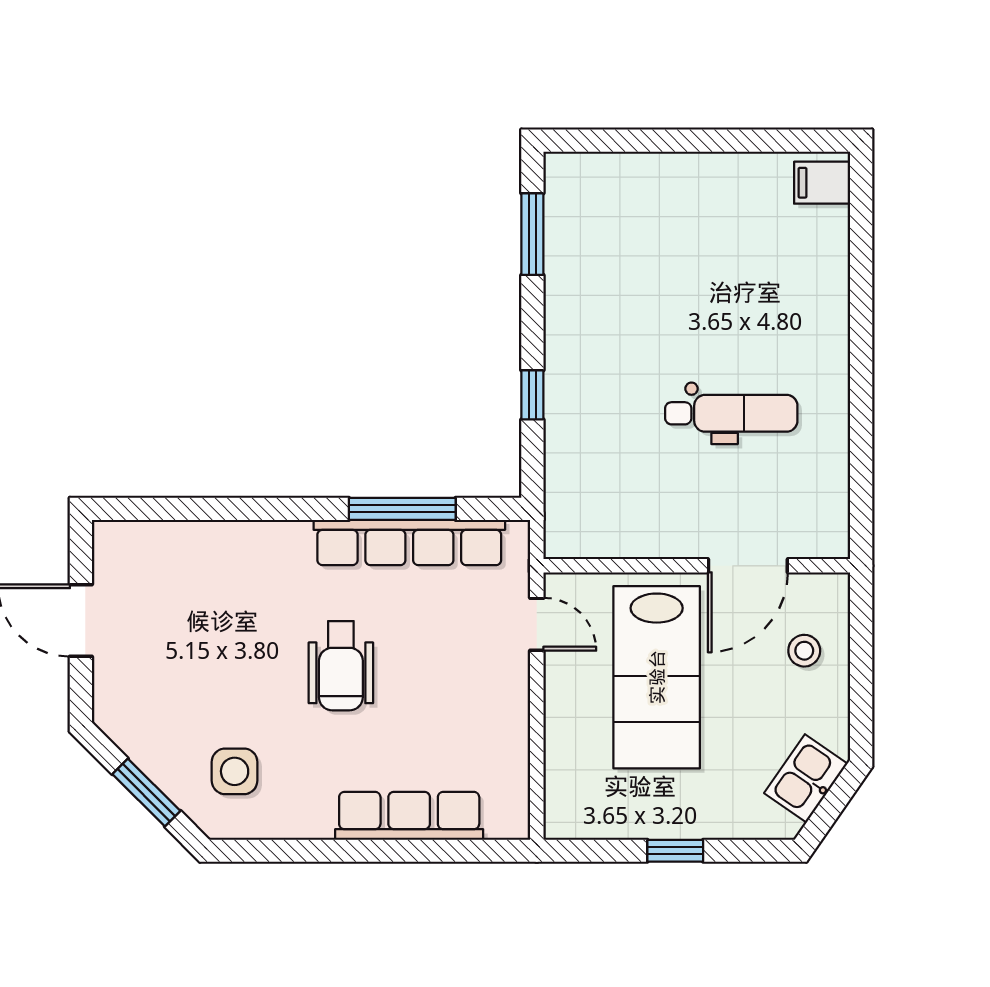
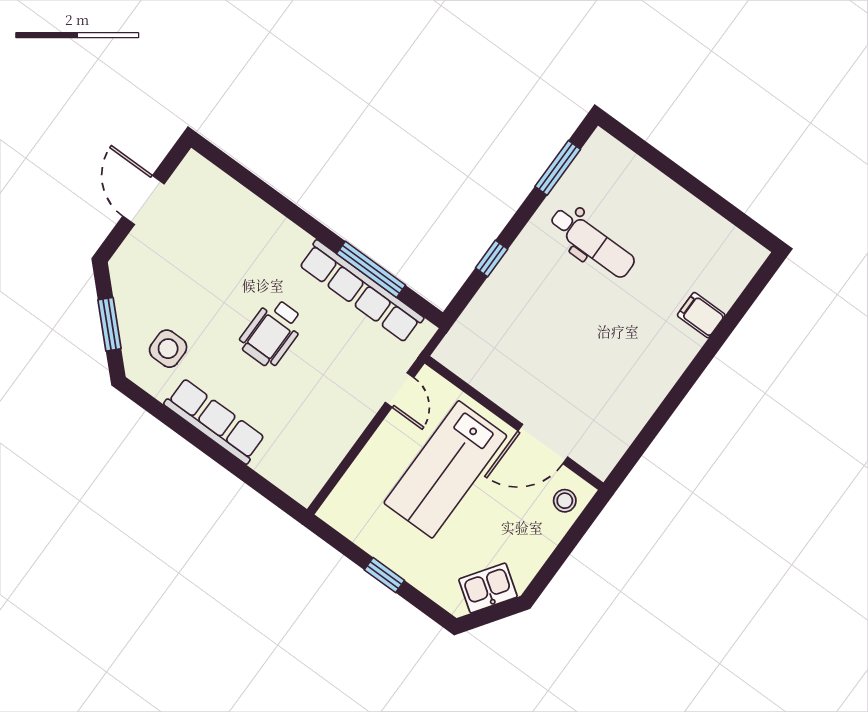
filing cabinet: (822, 183) -> (701, 315), moved
dental chair: (731, 413) -> (592, 242), moved
stool: (804, 651) -> (565, 501), moved
row of seats: (409, 816) -> (215, 421), moved

